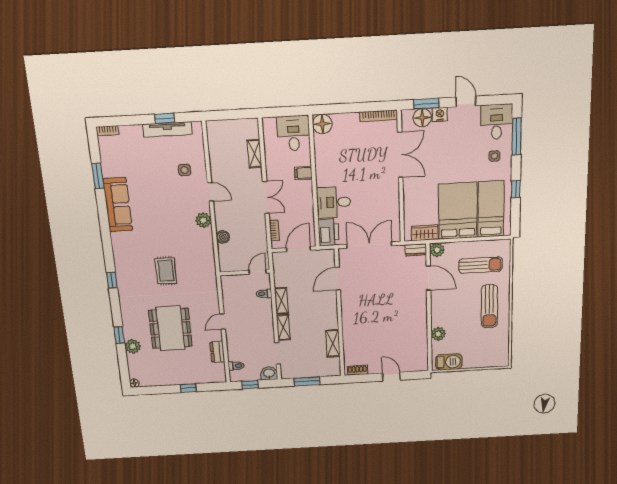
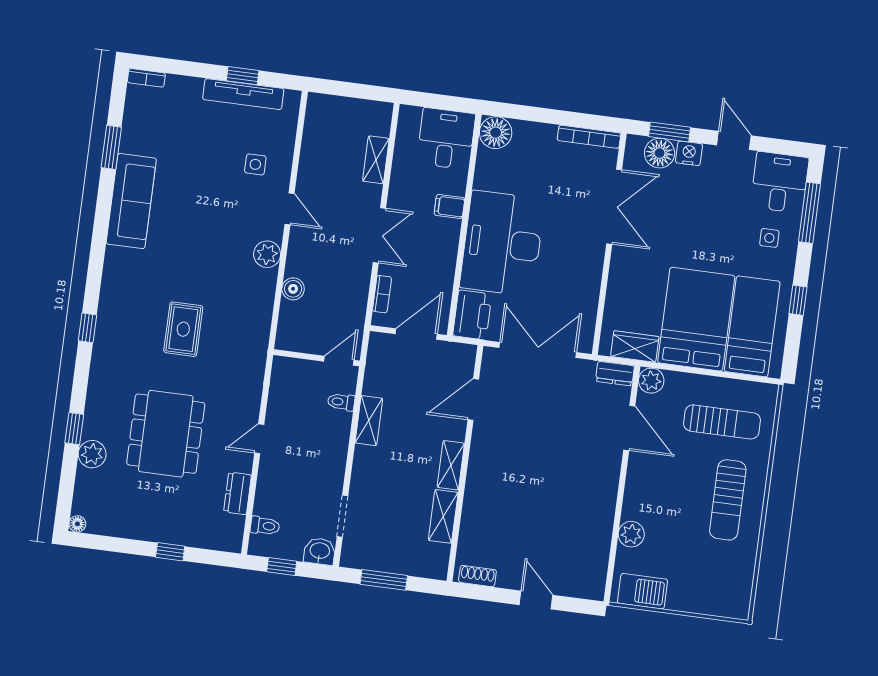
desk: (334, 202) -> (502, 243), width x1.87, depth x1.30
shelving: (283, 327) -> (451, 465), moved

